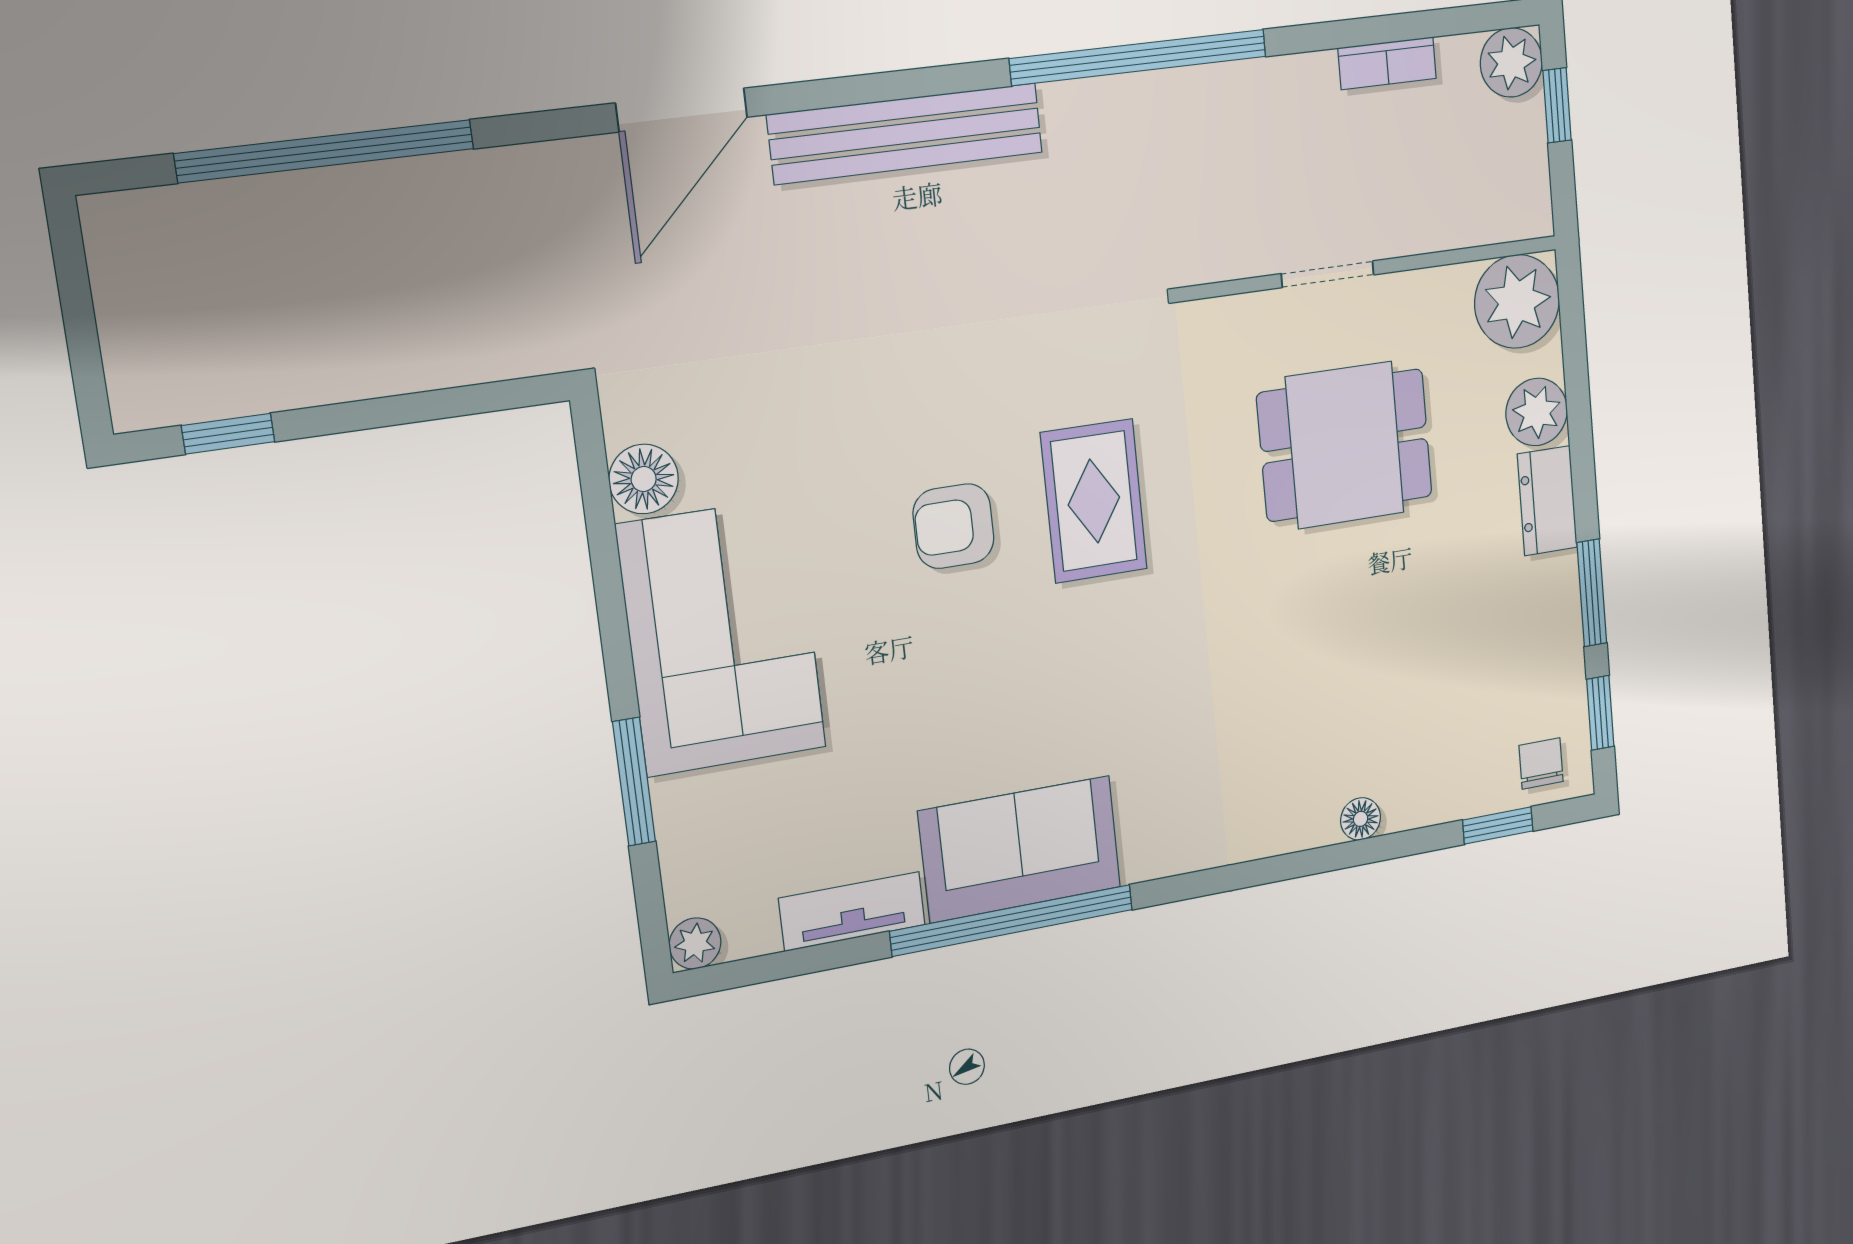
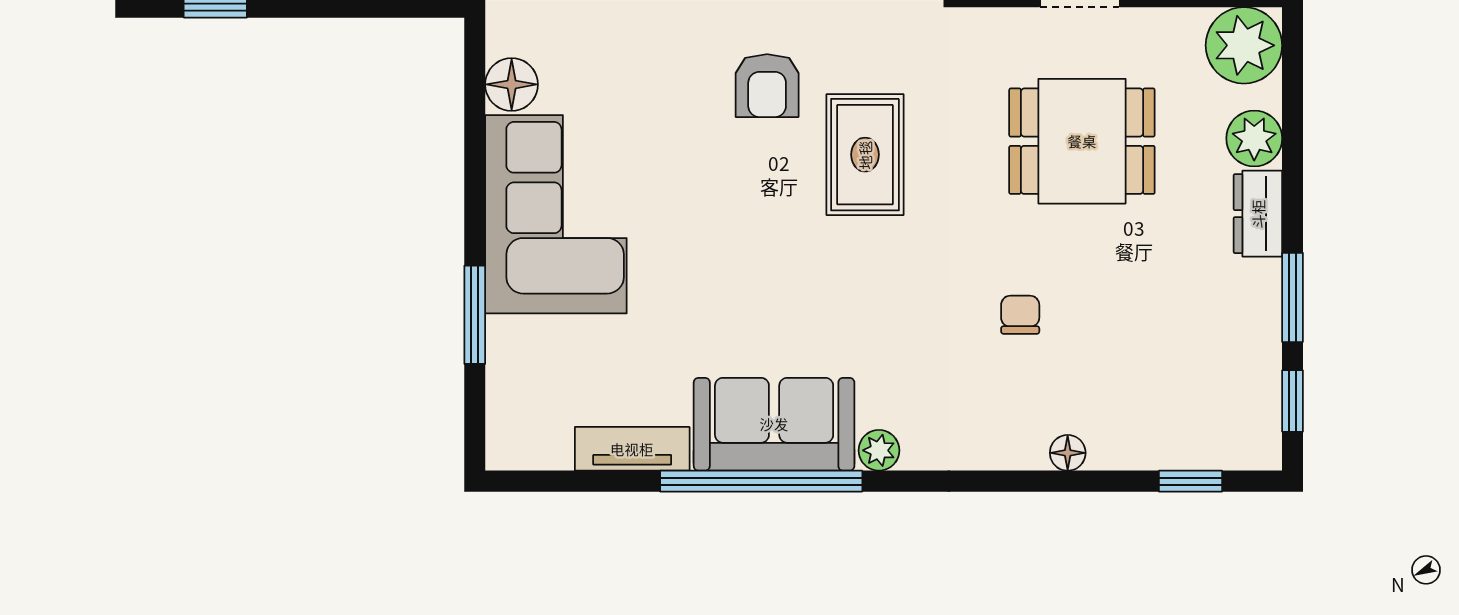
armchair: (953, 526) -> (767, 86), moved, turned -90
chair: (1541, 763) -> (1020, 315), moved
plant: (695, 943) -> (879, 450), moved

